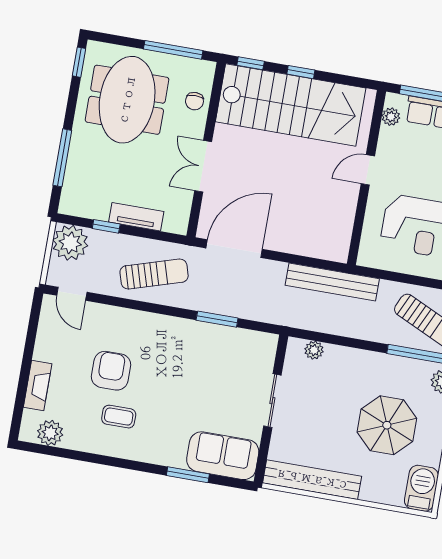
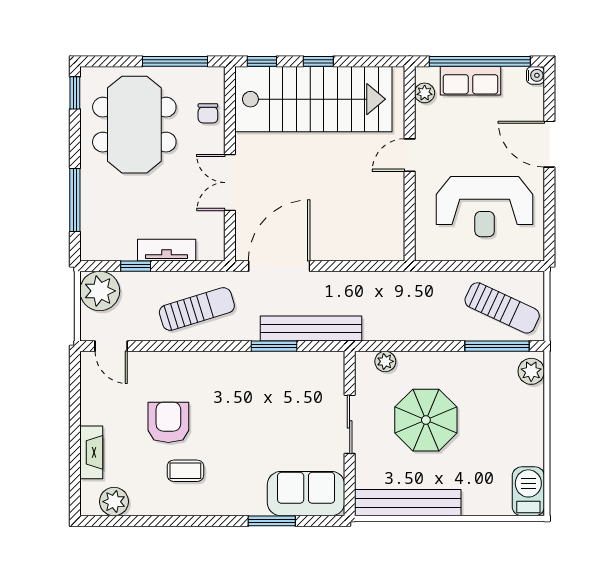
bench: (332, 282) -> (311, 329), moved
parasol: (387, 425) -> (426, 420), moved

